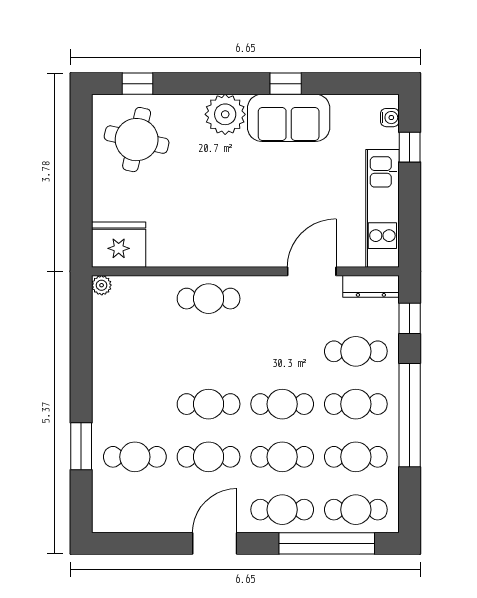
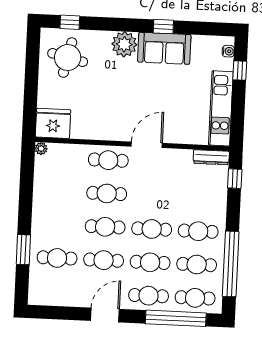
door: (312, 271) -> (147, 145), moved
cafe table: (356, 351) -> (107, 193), moved
window: (410, 415) -> (231, 264), moved

